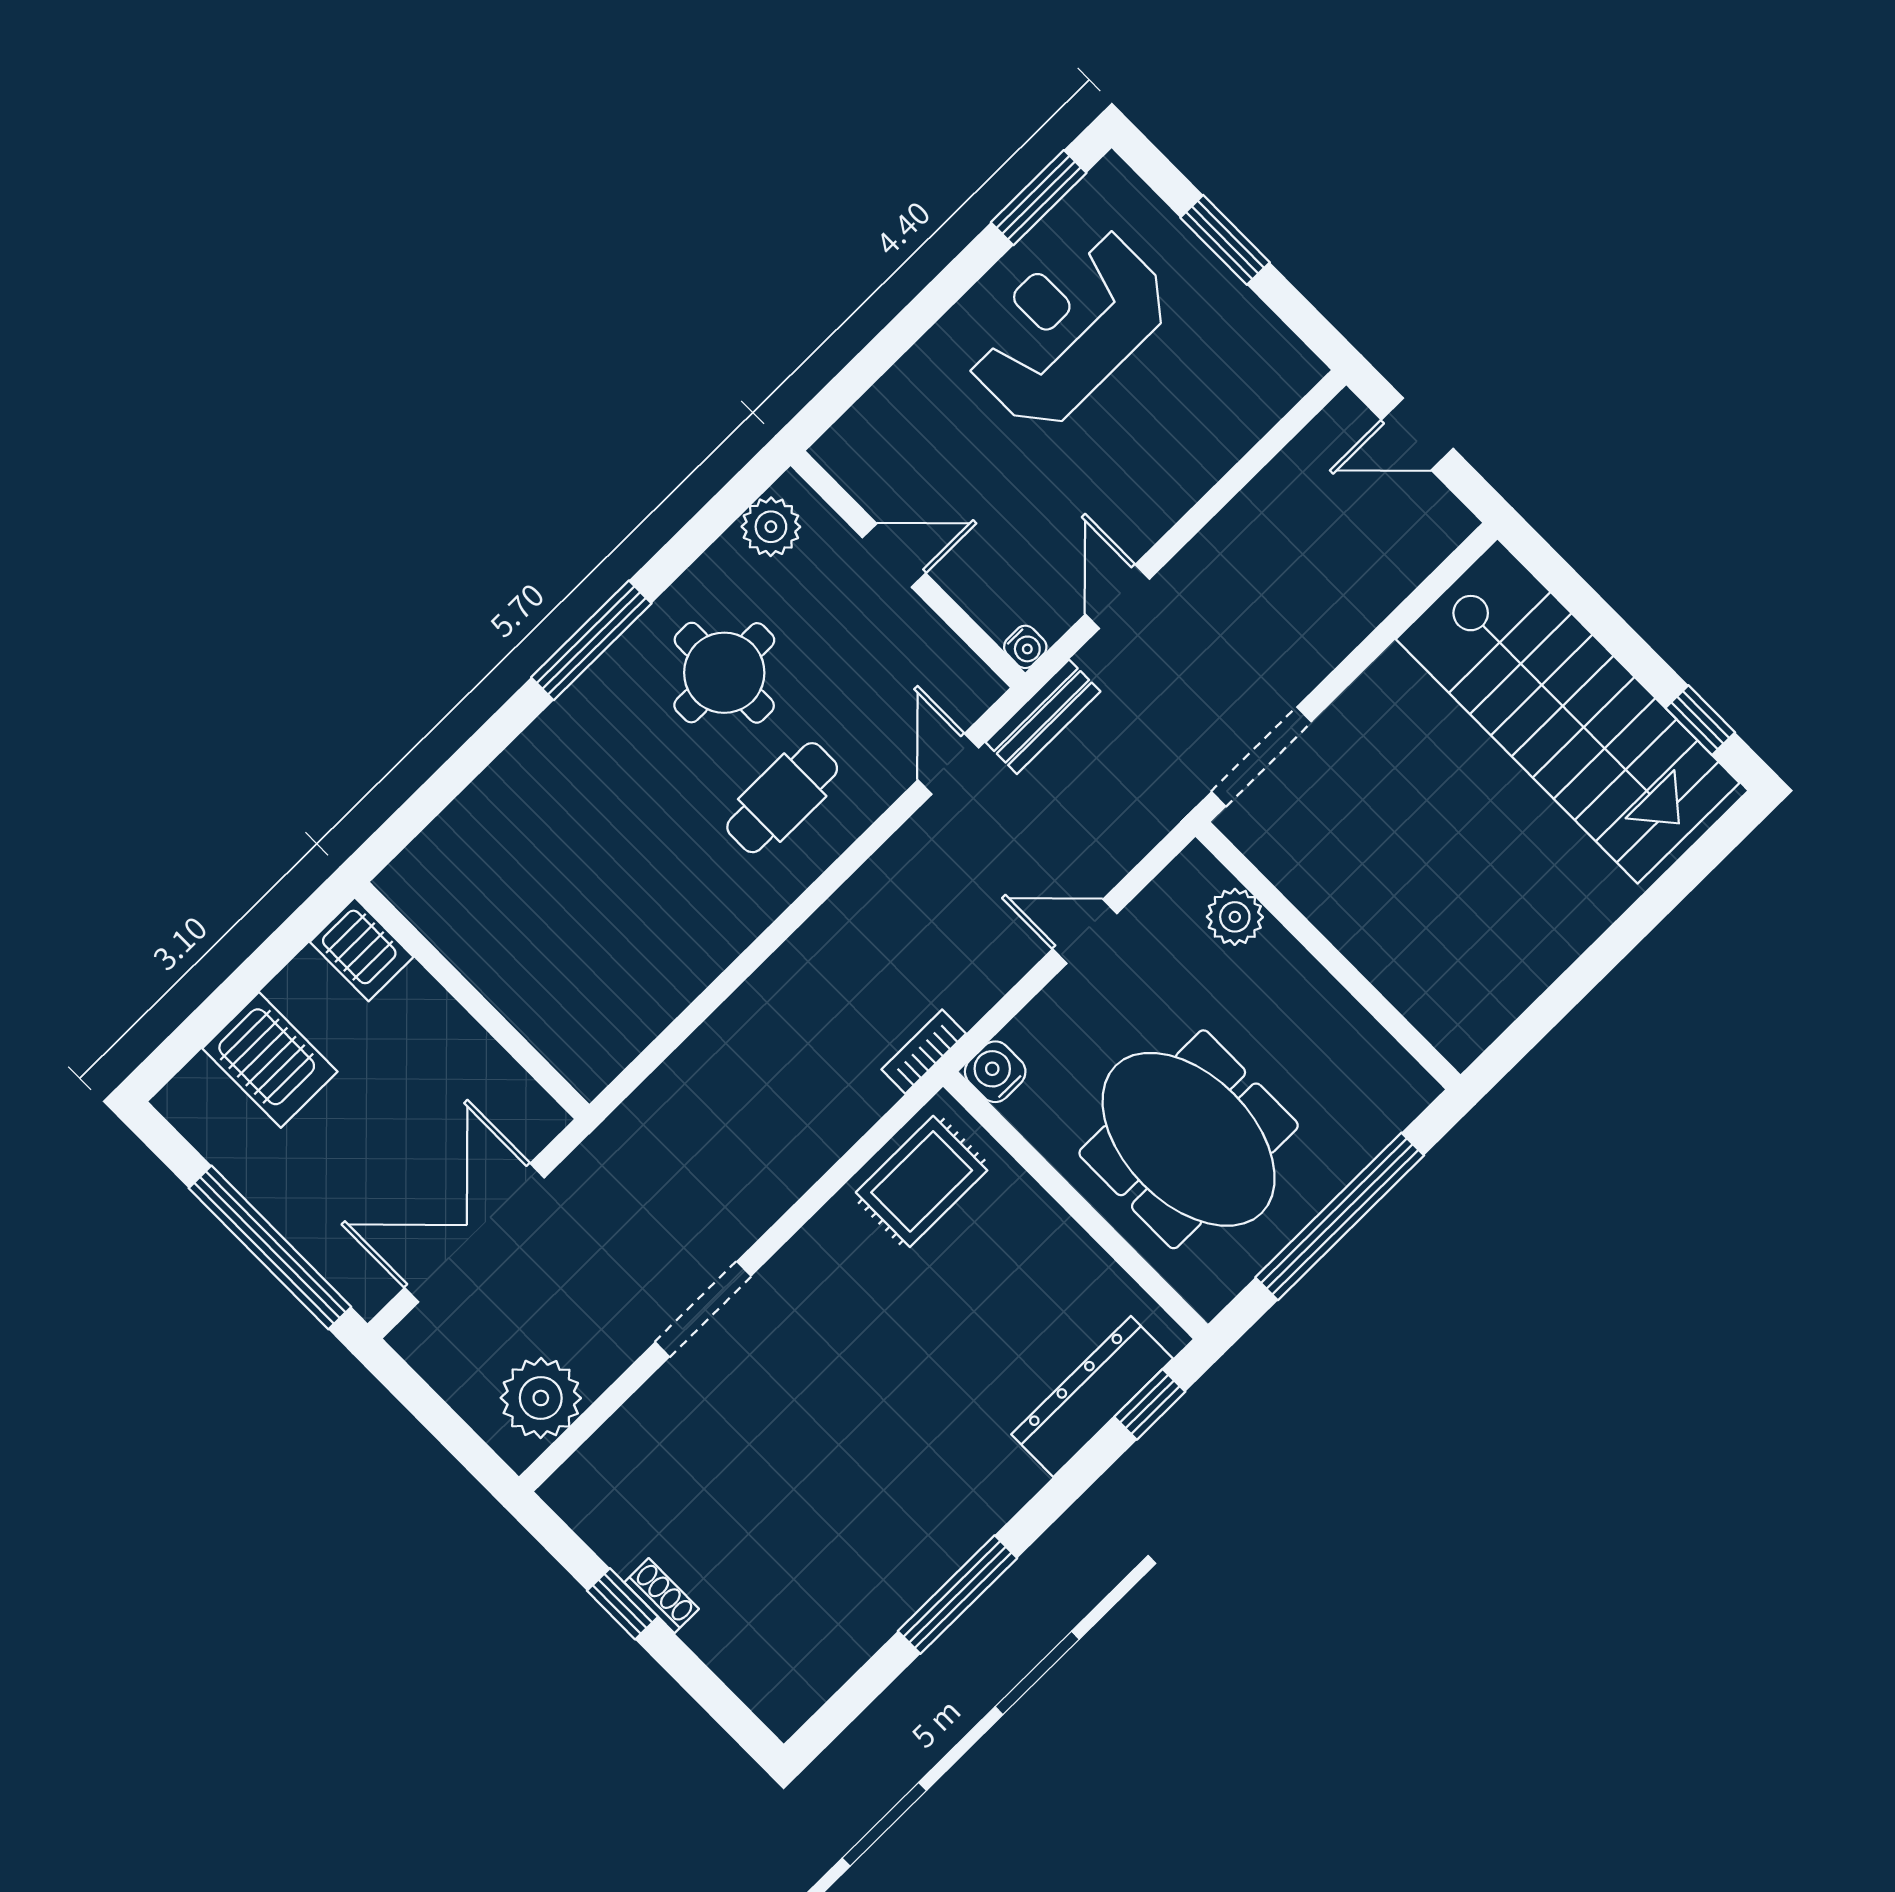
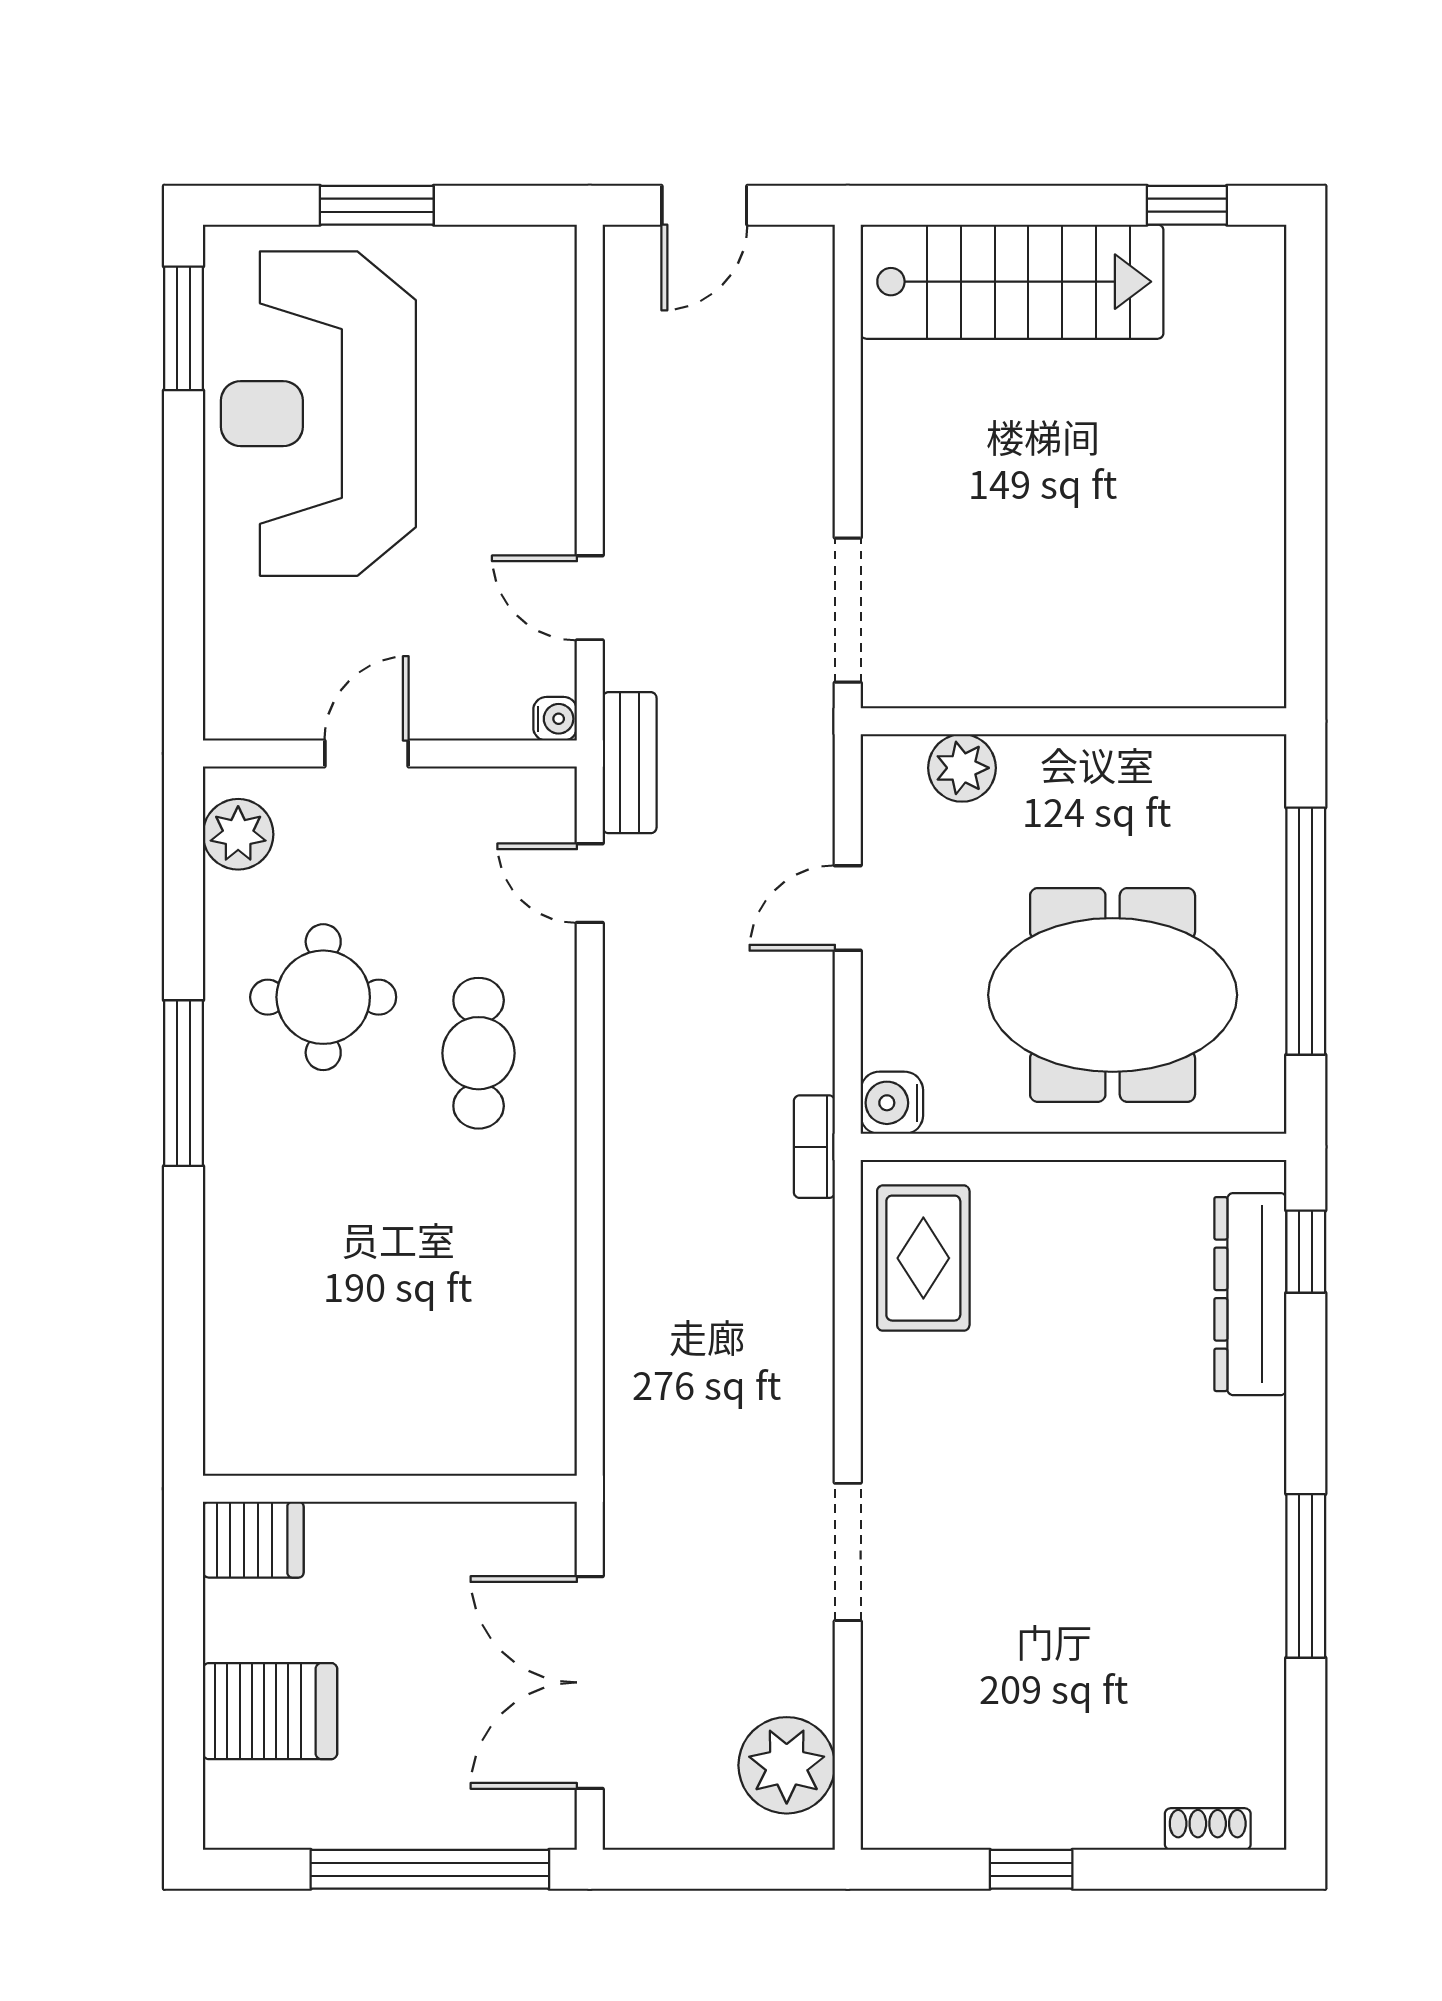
reception desk: (1067, 328) -> (318, 414), width x1.36, depth x1.30
stairs: (1568, 711) -> (1012, 282), width x0.73, depth x0.66
shoe rack: (662, 1596) -> (1208, 1829), moved

